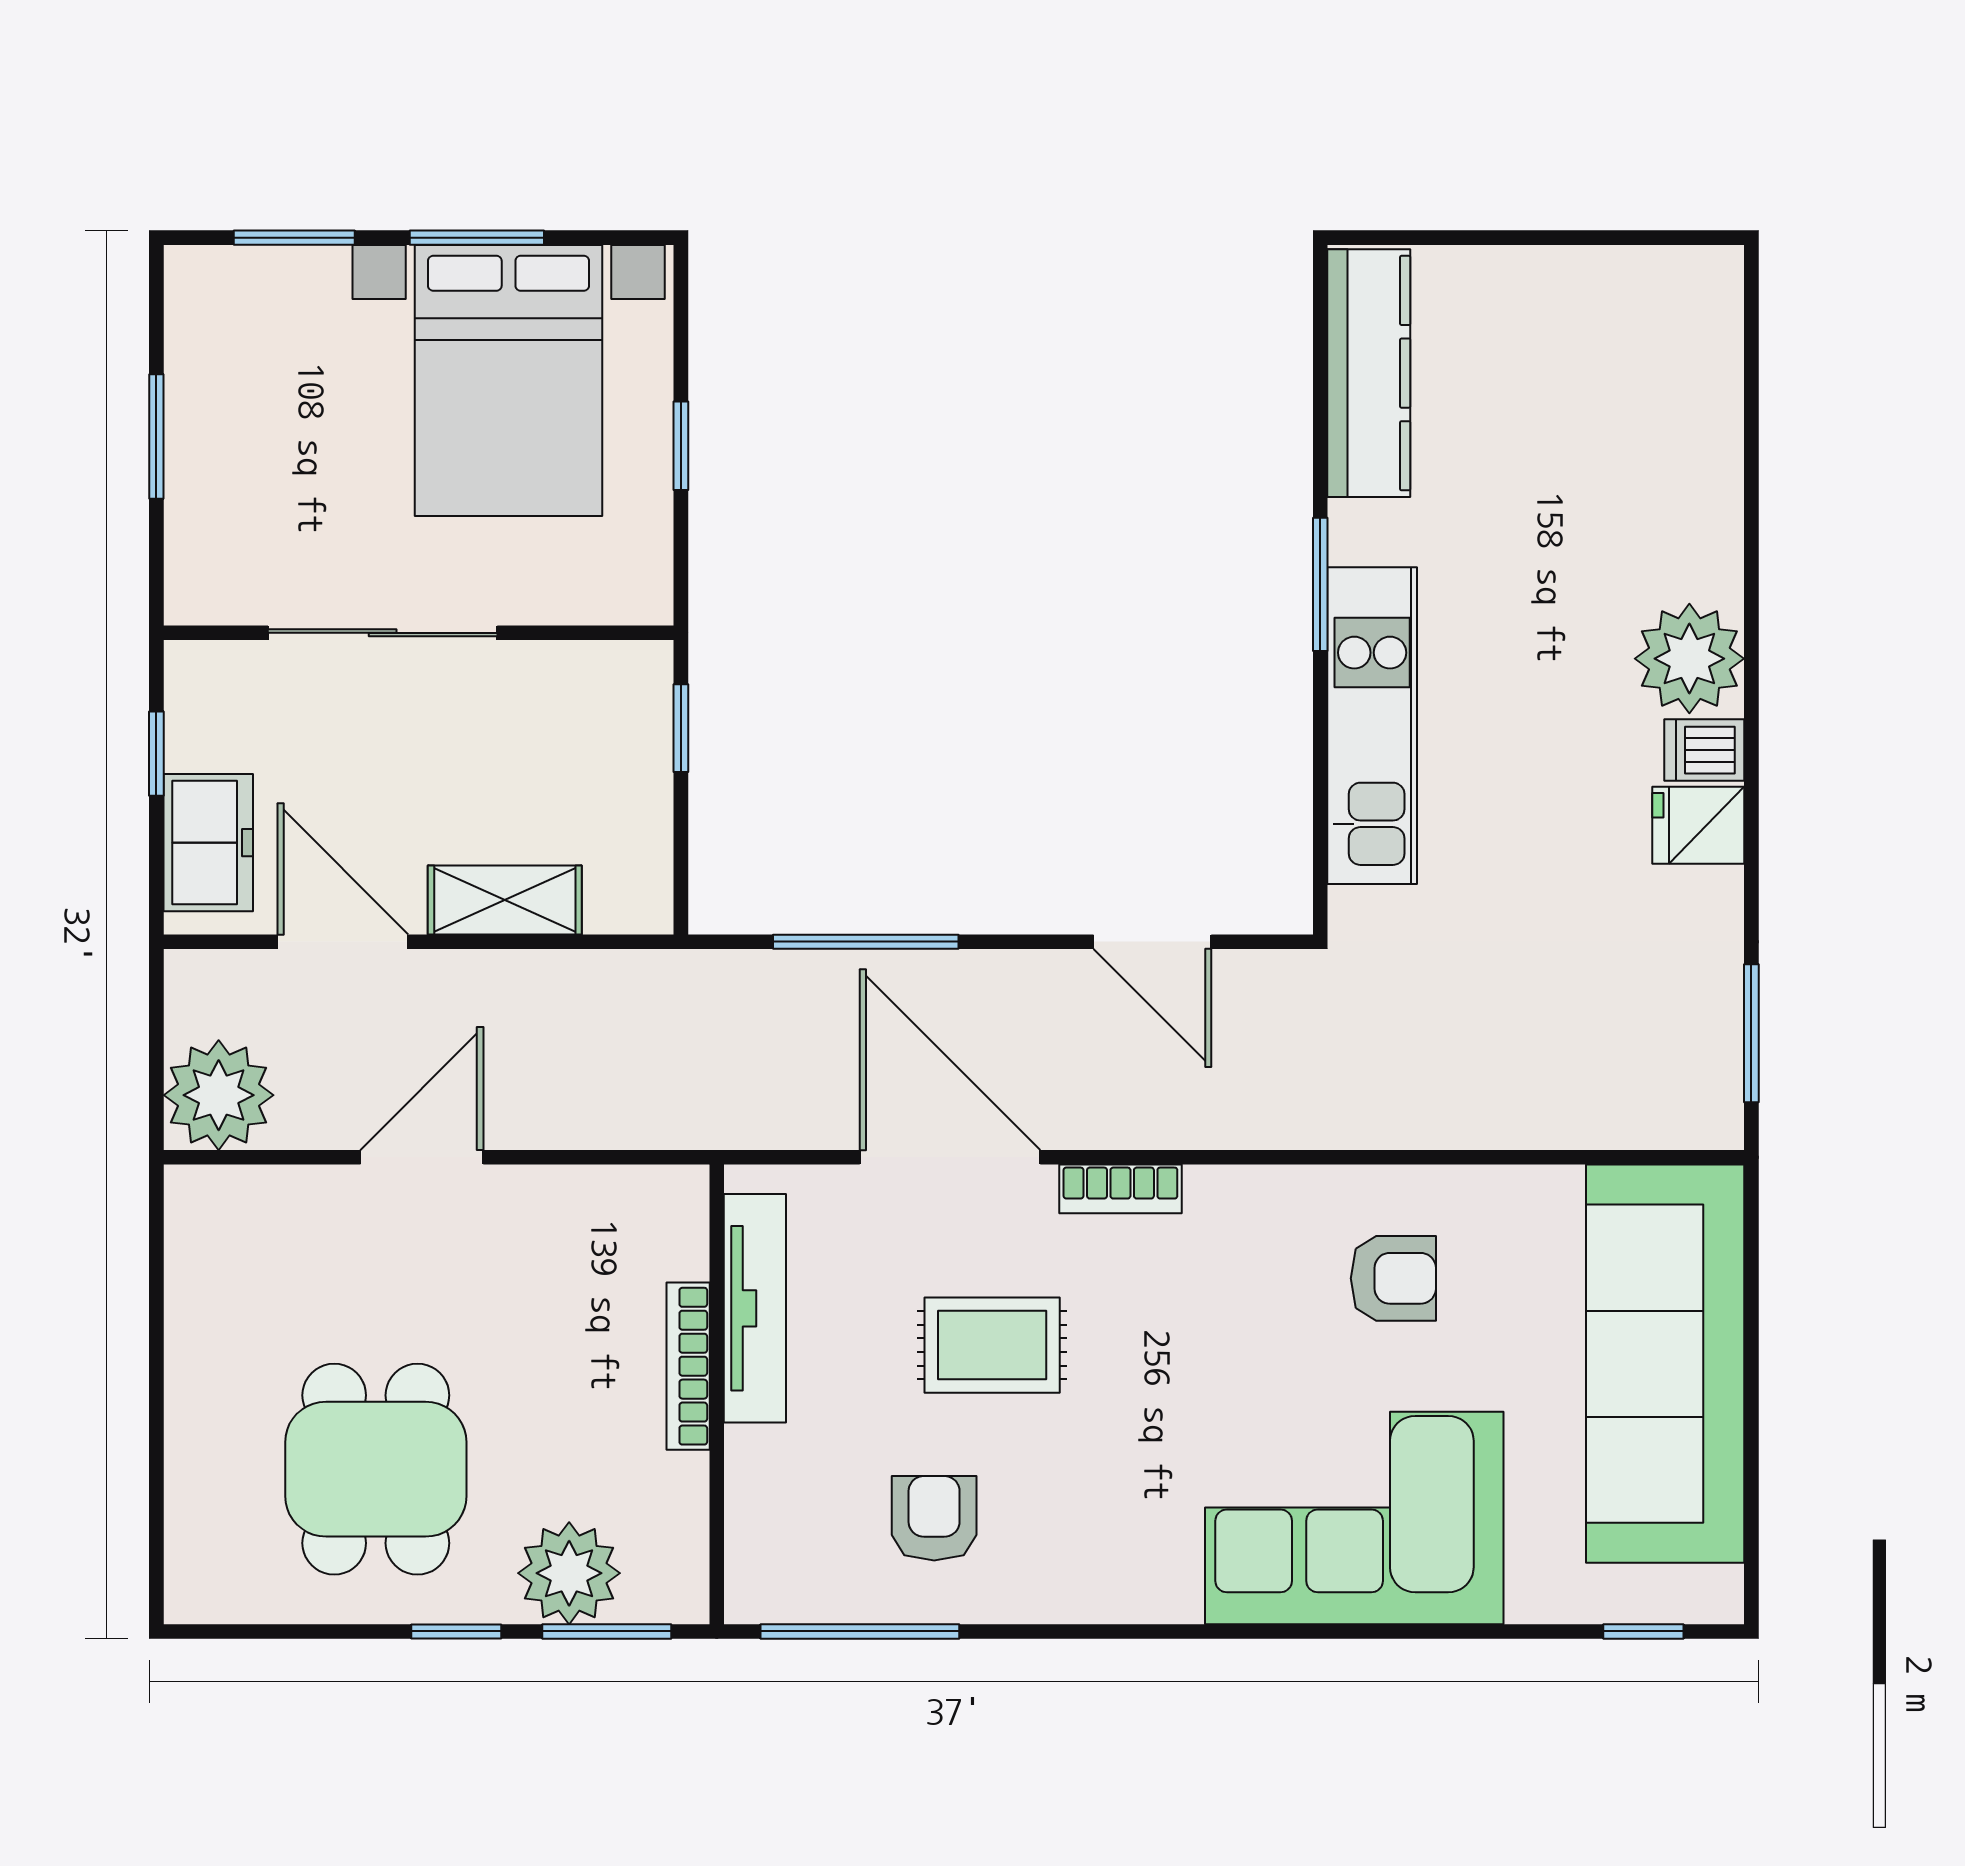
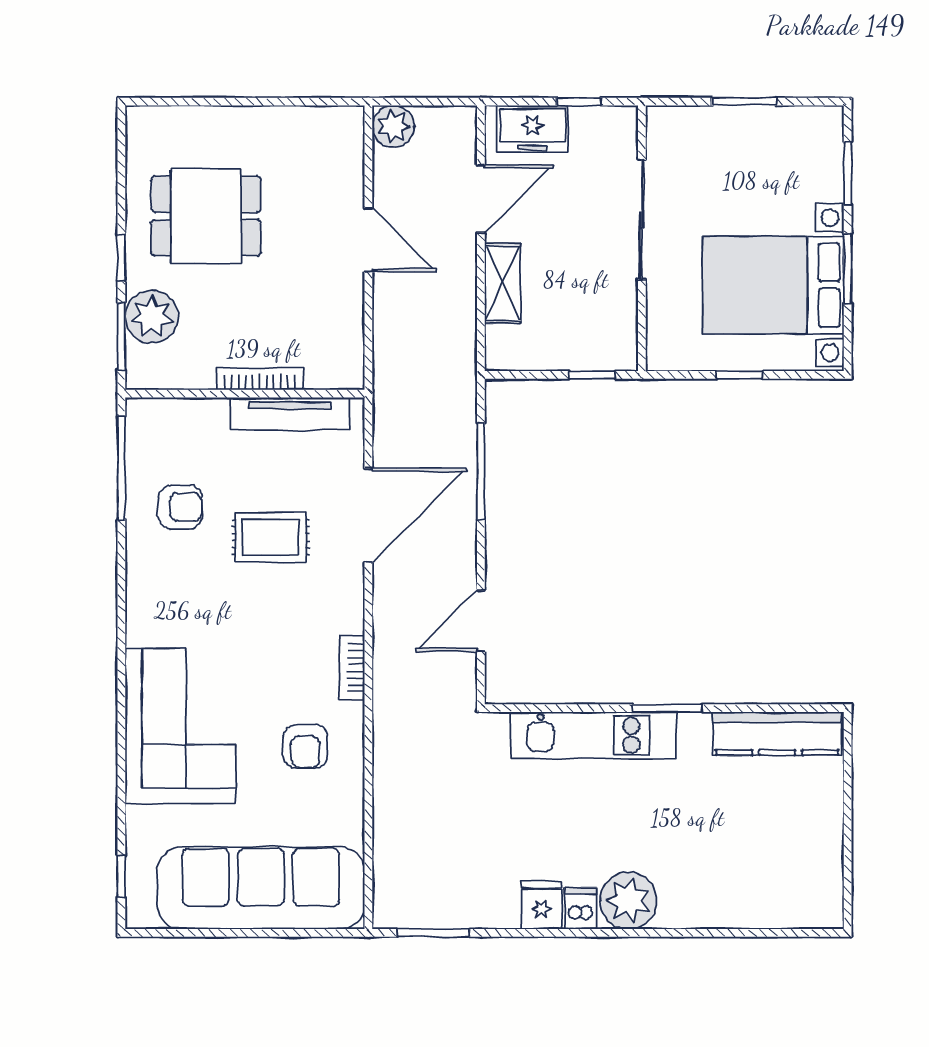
plant: (219, 1095) -> (393, 126), width x0.73, depth x0.73
bookcase: (1120, 1189) -> (352, 668), moved
rug: (992, 1345) -> (271, 537), turned 90

